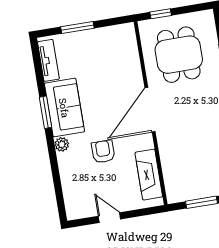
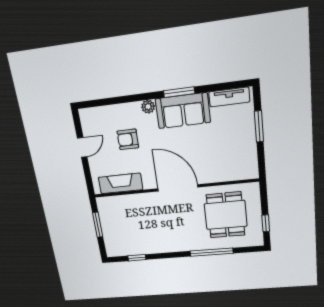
window: (161, 14) -> (266, 223), moved
dining table: (179, 55) -> (226, 215), turned 90
armchair: (103, 152) -> (128, 139), moved, turned 180

